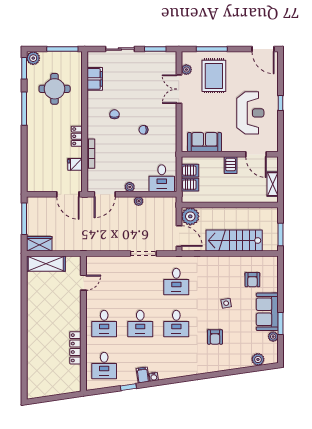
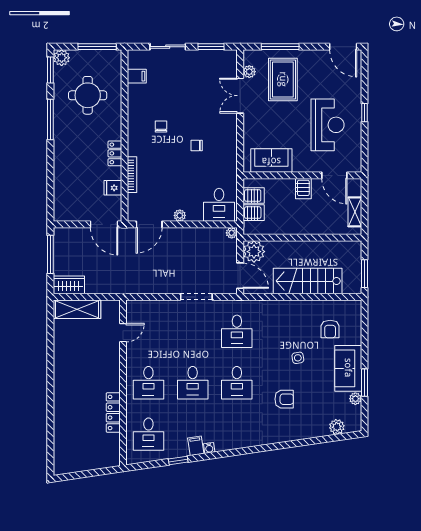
filing cabinet: (95, 79) -> (137, 76), width x0.50
plant: (139, 201) -> (232, 233), moved
armchair: (215, 337) -> (284, 399), turned -90

